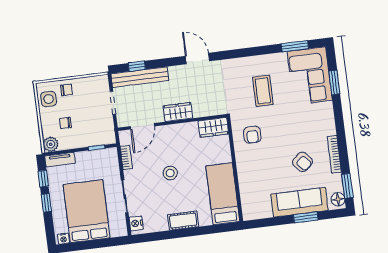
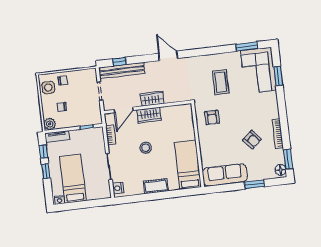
wardrobe: (213, 127) -> (149, 115), moved
sofa: (299, 202) -> (225, 175), moved
bed: (87, 211) -> (73, 179), width x0.67

